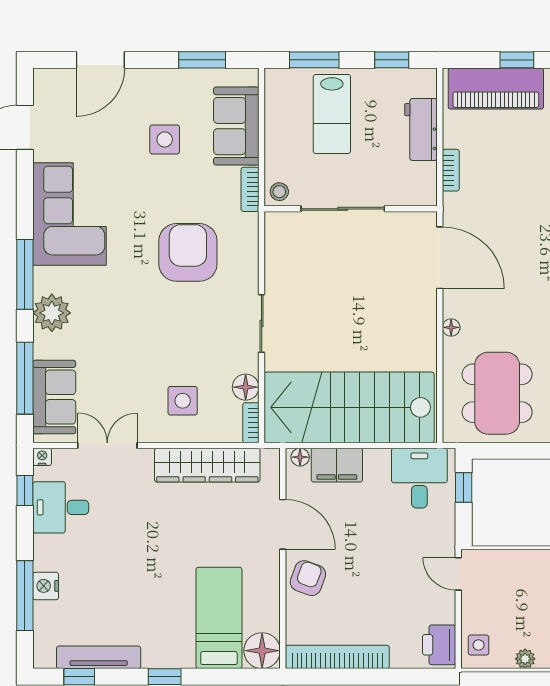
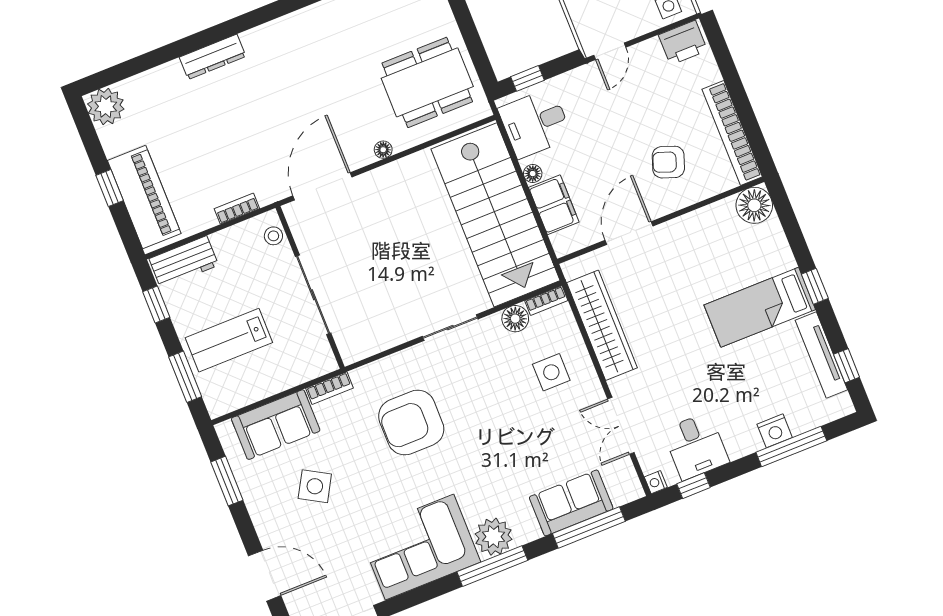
lab bench: (332, 114) -> (229, 340), turned 180
workbench: (421, 130) -> (184, 262), moved
side table: (165, 139) -> (315, 486), turned 30
stool: (279, 192) -> (273, 236), moved
plant: (52, 313) -> (493, 537), moved
sofa: (54, 397) -> (571, 503), moved
floor lamp: (300, 457) -> (533, 174), moved
armchair: (308, 578) -> (668, 162), moved
bed: (219, 618) -> (760, 307), moved

